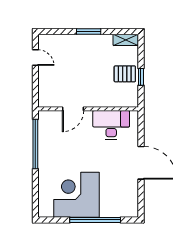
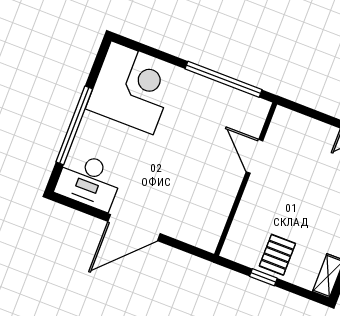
desk: (111, 125) -> (89, 181), moved, turned 90
corner desk: (76, 195) -> (132, 88), moved

